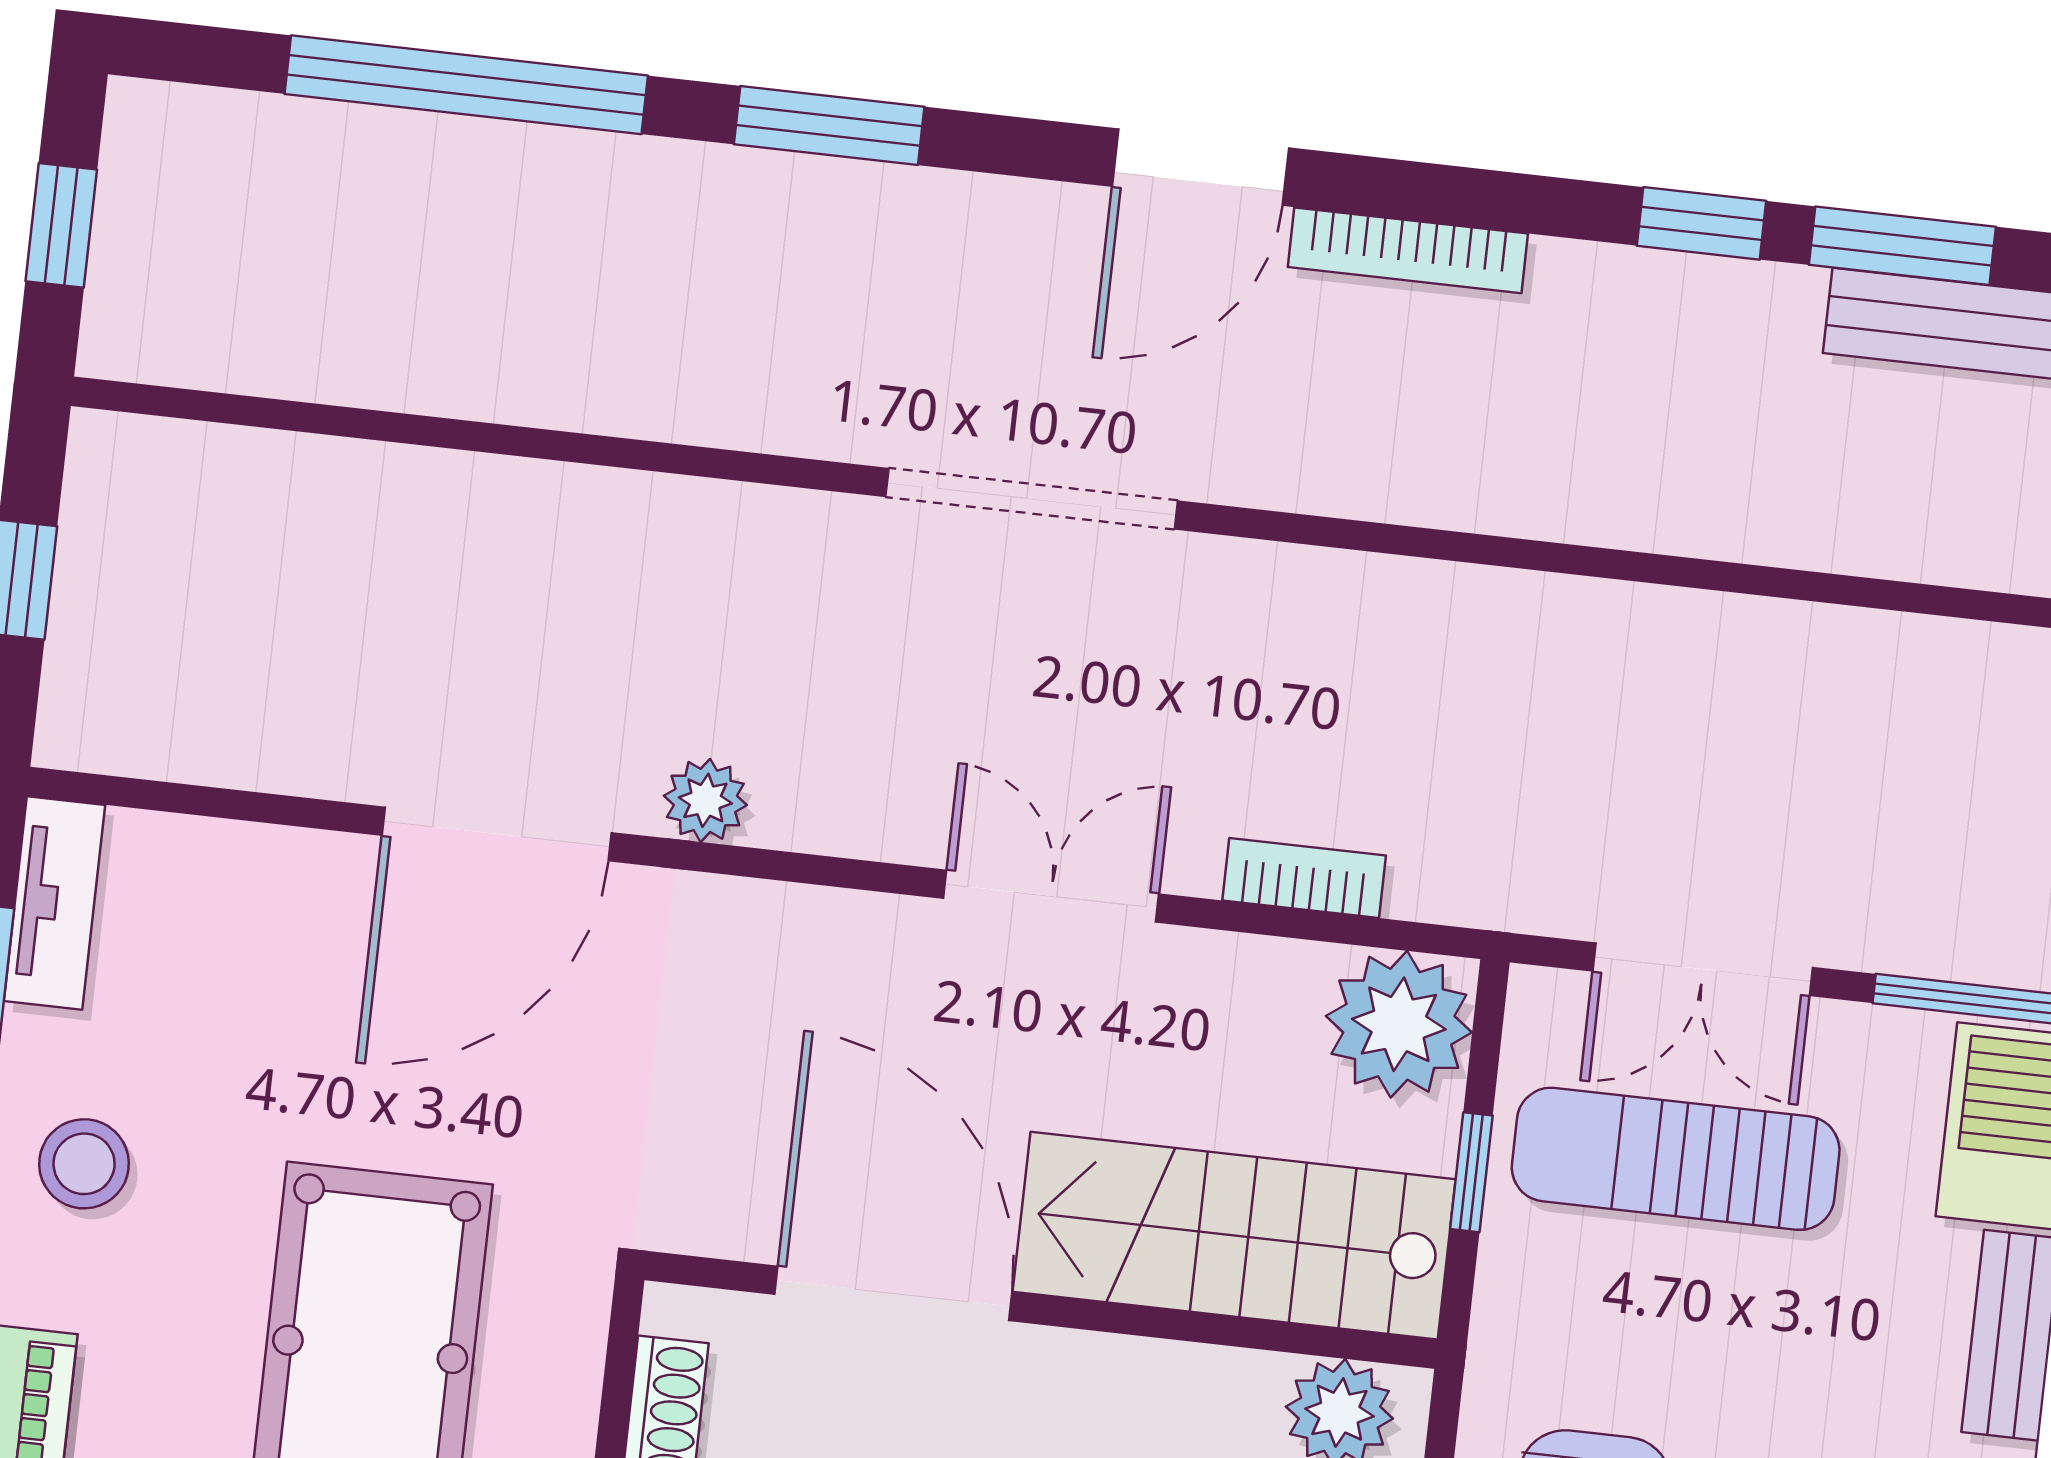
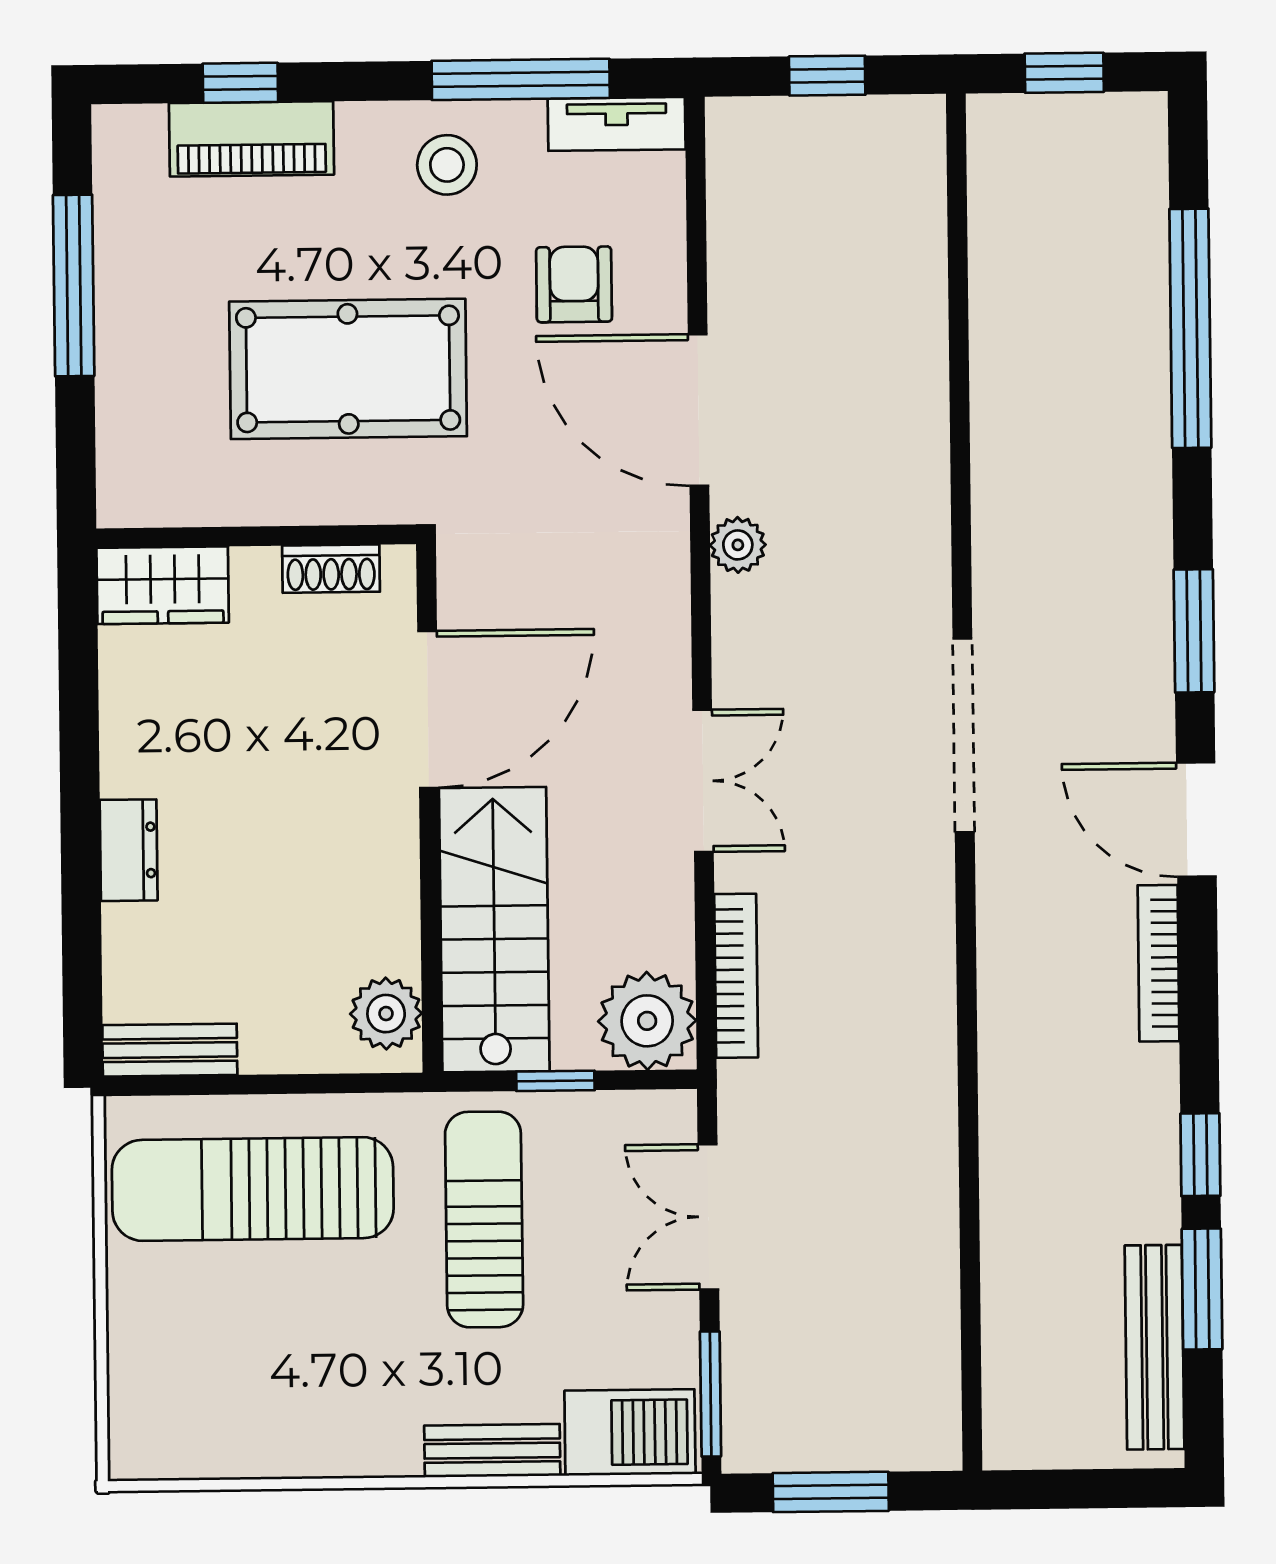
window: (829, 125) -> (1194, 631), moved
bookcase: (1304, 878) -> (736, 976), width x1.56
armchair: (286, 996) -> (574, 284), added
sun lounger: (1676, 1159) -> (484, 1219), moved

